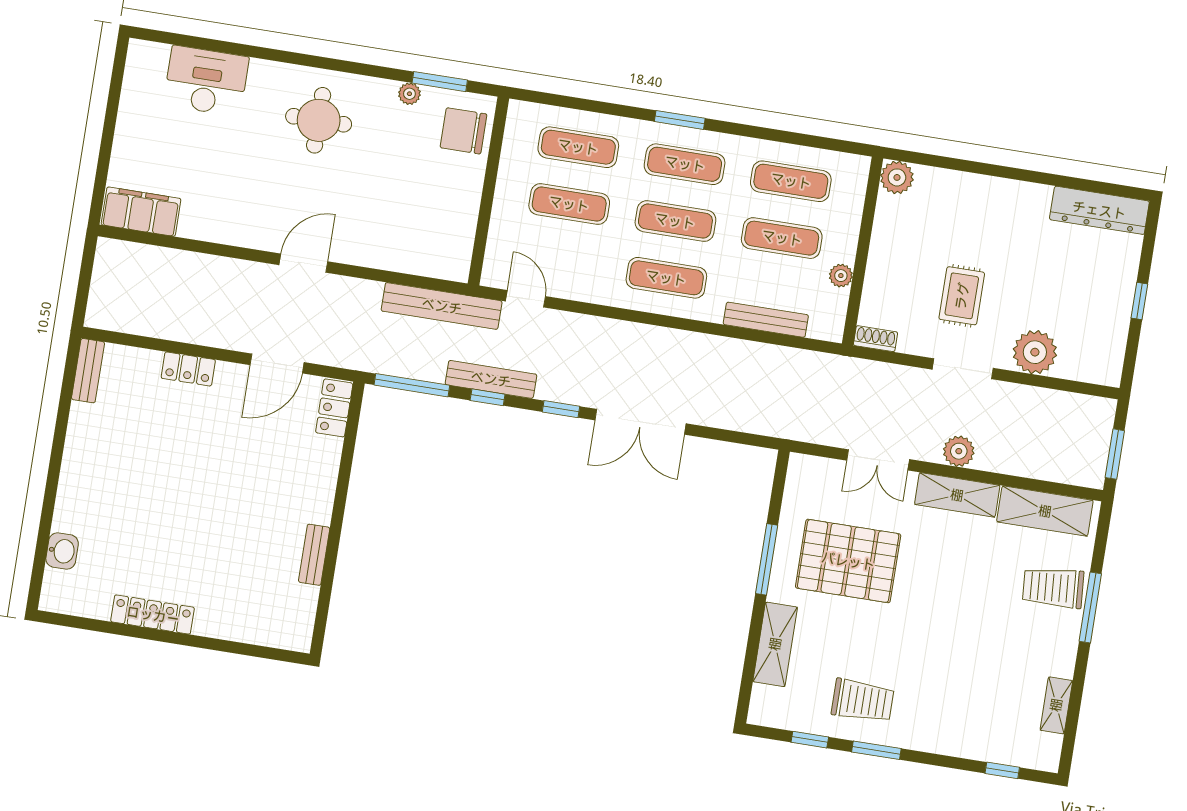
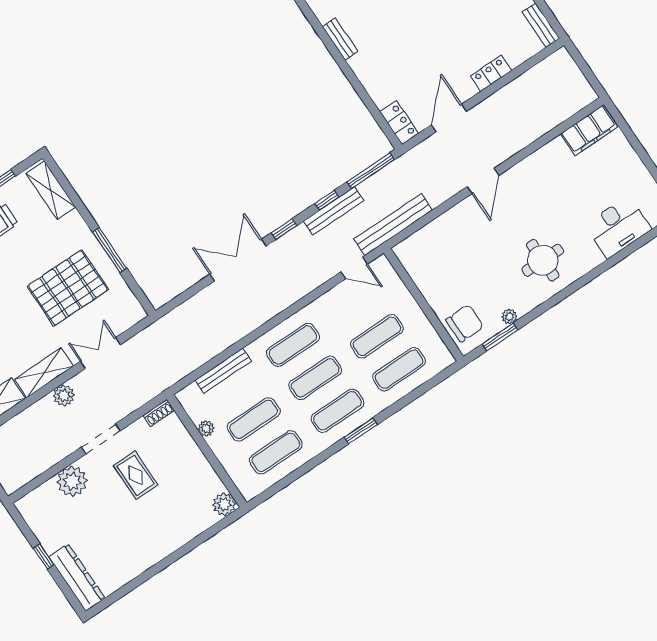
dresser: (1099, 210) -> (77, 578), moved, turned 90
shelving: (775, 644) -> (51, 190), moved

